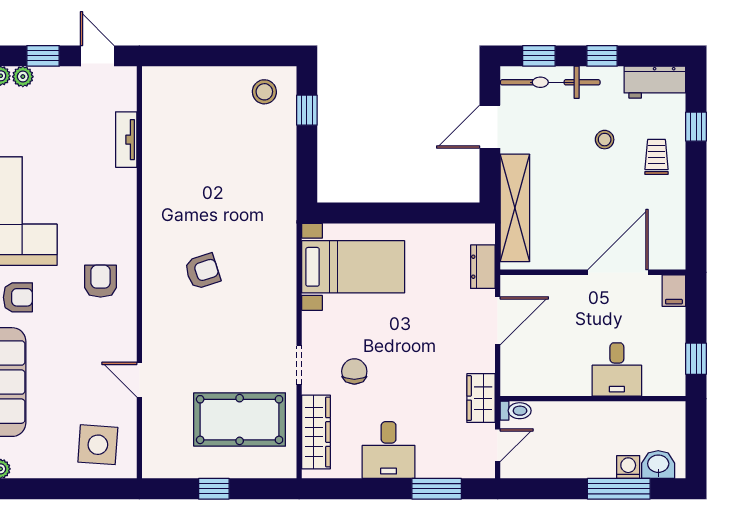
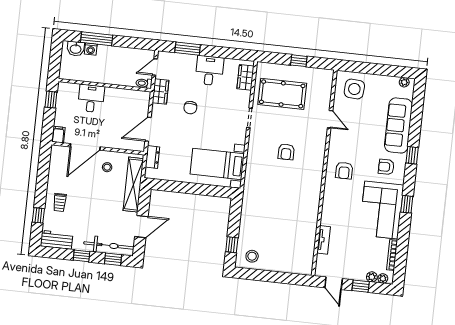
stool: (605, 140) -> (107, 167), moved
armchair: (202, 271) -> (286, 152), moved, turned -72
chair: (354, 371) -> (190, 108), moved
wardrobe: (316, 432) -> (245, 77), width x0.67

